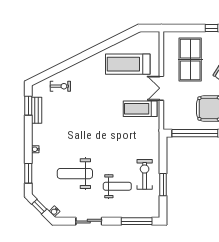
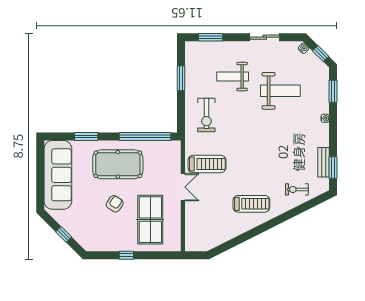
treadmill: (128, 64) -> (251, 204), moved, width x0.73, depth x0.73
exercise bike: (145, 174) -> (206, 115), moved
window: (137, 221) -> (211, 37), width x0.69

